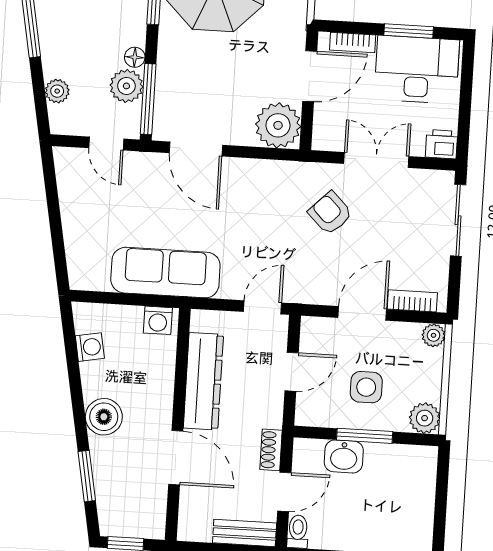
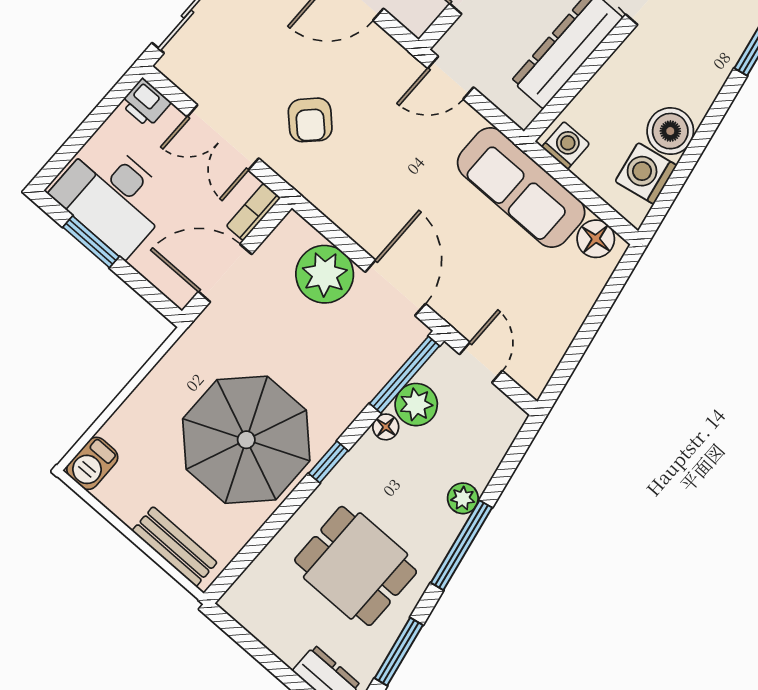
bookcase: (353, 42) -> (253, 212), moved, turned -90
plant: (57, 91) -> (463, 498), moved
plant: (278, 125) -> (325, 274), moved
floor lamp: (94, 276) -> (596, 239), added
washing machine: (90, 347) -> (646, 173), width x1.38, depth x1.38
boiler: (104, 417) -> (670, 131), moved

